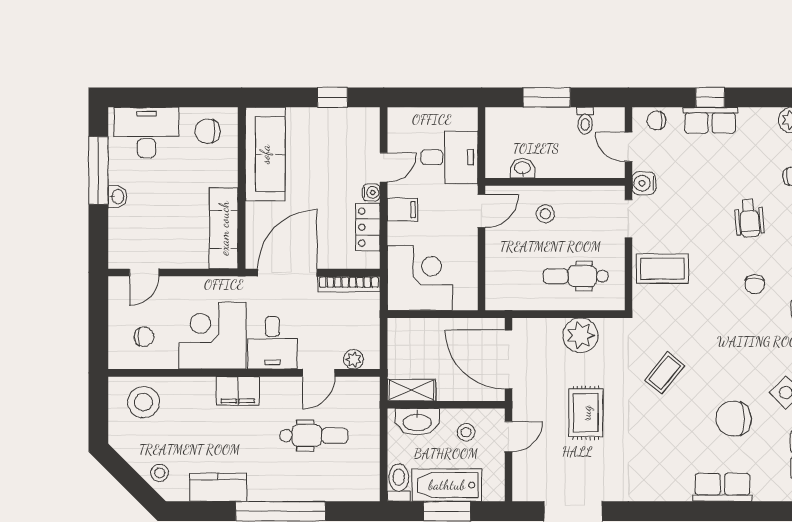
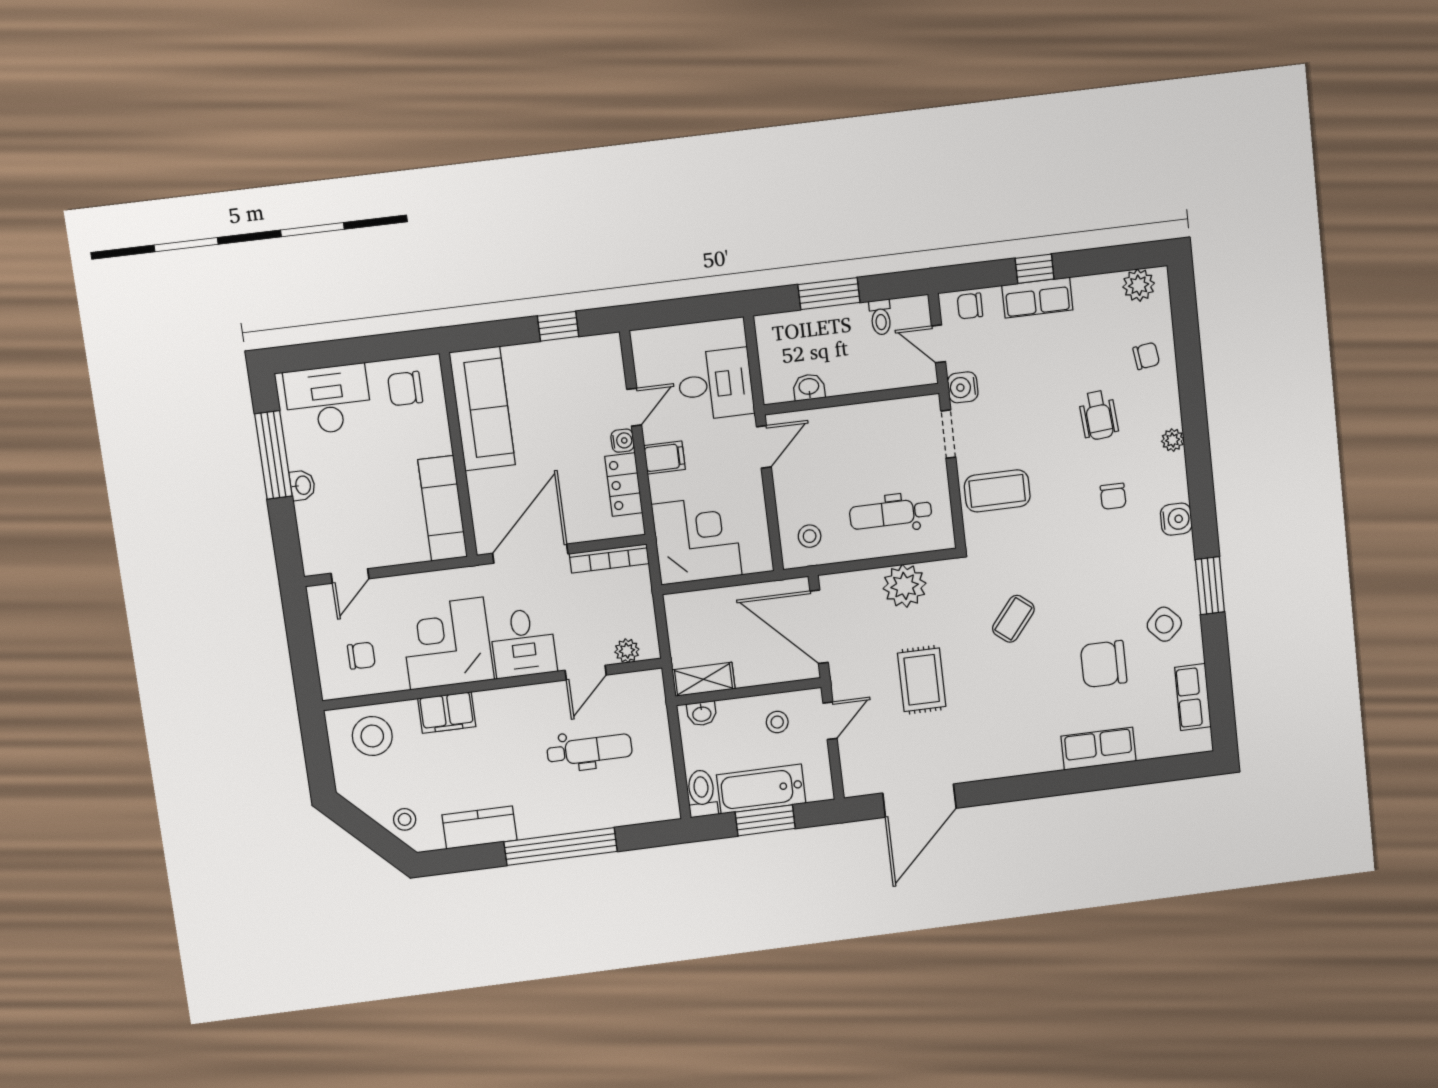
stool: (545, 214) -> (810, 536), moved
filing cabinet: (238, 391) -> (447, 713), moved
washbasin: (417, 422) -> (702, 714), width x0.52, depth x0.69

